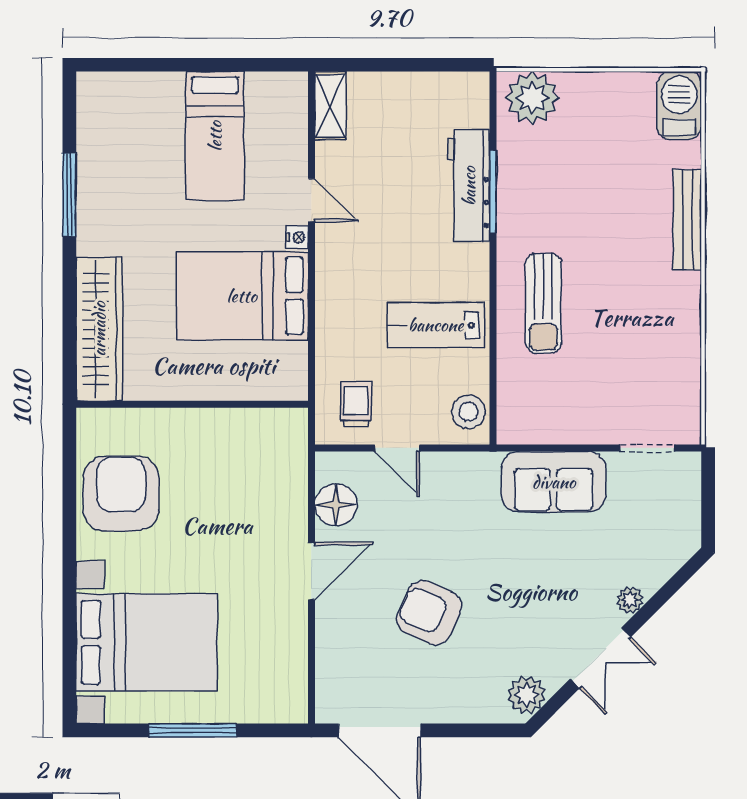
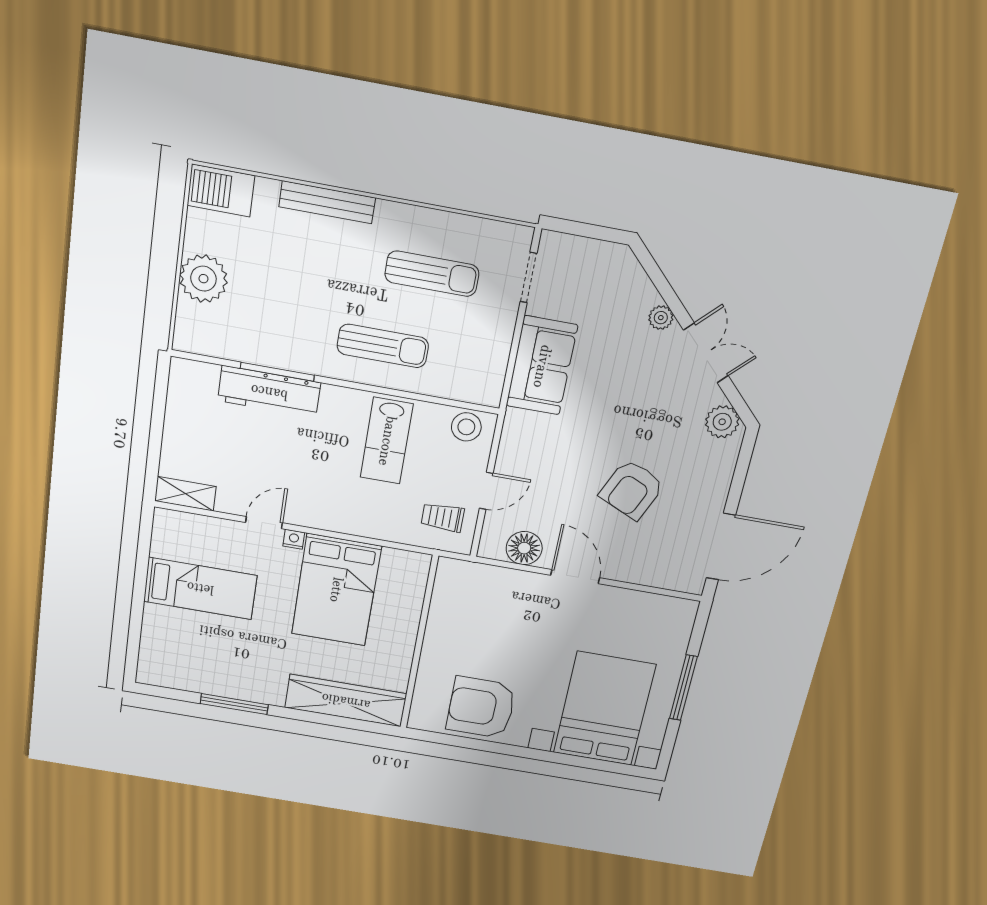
plant: (532, 98) -> (203, 279), moved
sun lounger: (632, 343) -> (432, 274), added

